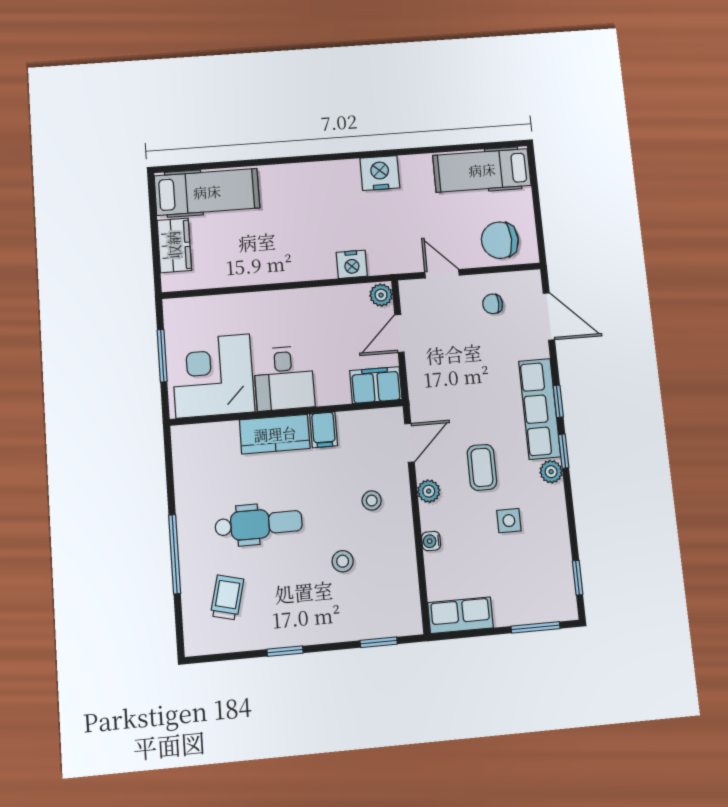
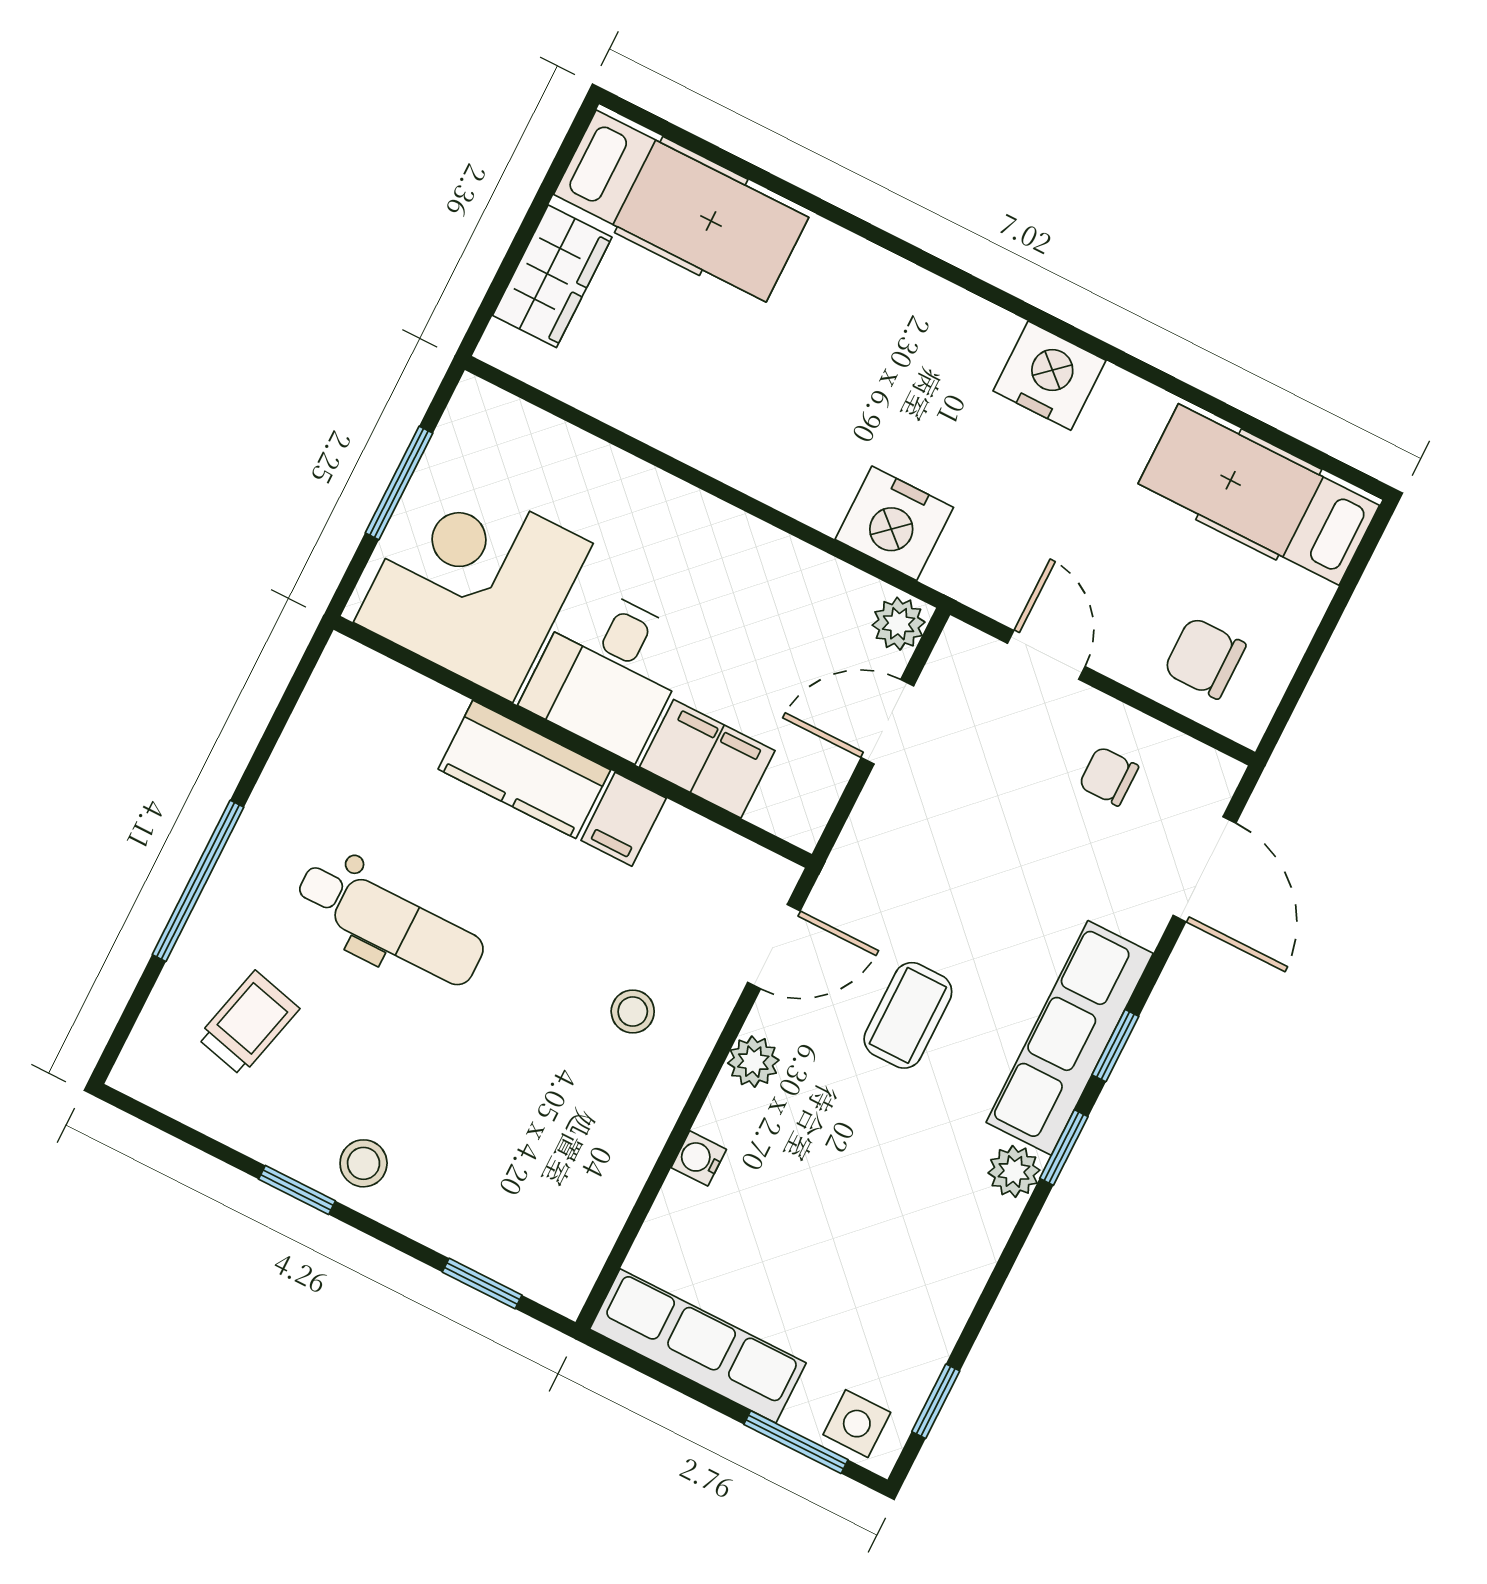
chair: (500, 240) -> (1205, 658), width x0.73, depth x0.73
nightstand: (352, 264) -> (894, 523), width x1.36, depth x1.33
filing cabinet: (376, 385) -> (707, 759), moved
coffee table: (482, 467) -> (908, 1015), moved
side table: (509, 521) -> (857, 1424), moved
stool: (343, 561) -> (364, 1163), moved
row of seats: (460, 615) -> (698, 1346), width x1.48

